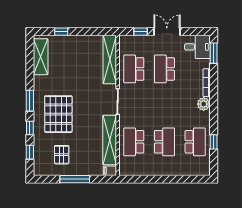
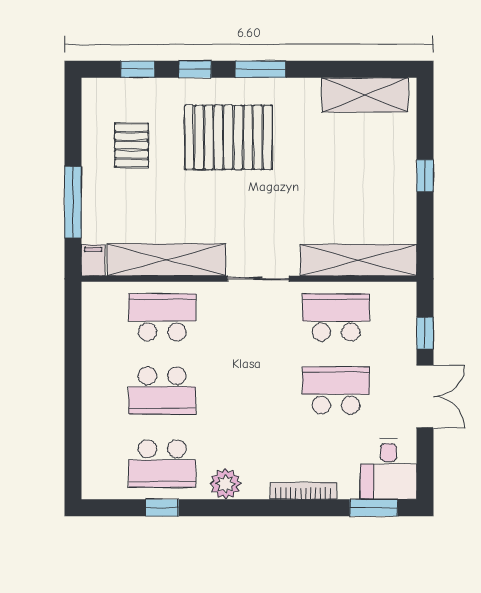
window: (61, 32) -> (425, 176), moved
plant: (204, 104) -> (226, 484), moved
pallet: (62, 155) -> (132, 145), turned 90
window: (75, 179) -> (73, 202), moved

